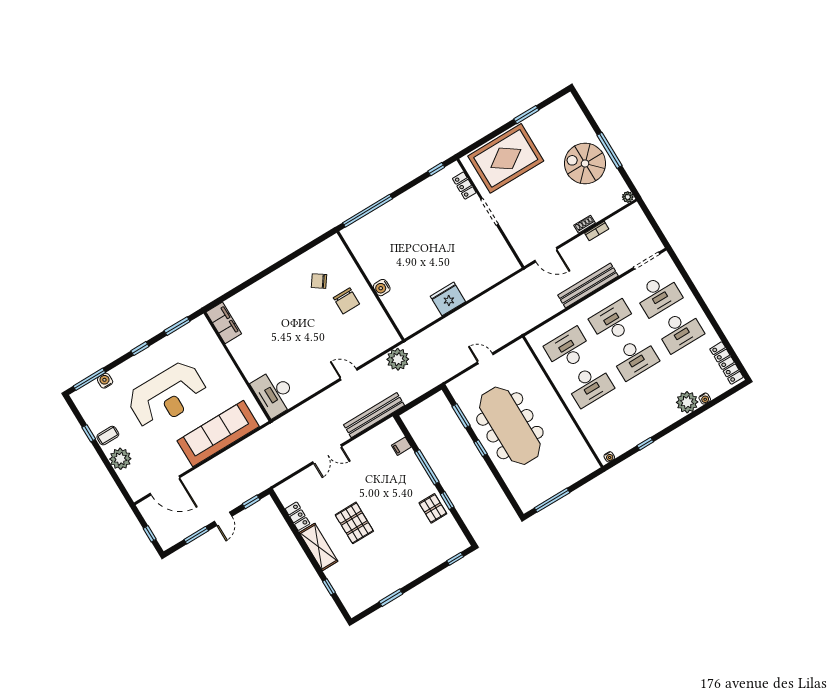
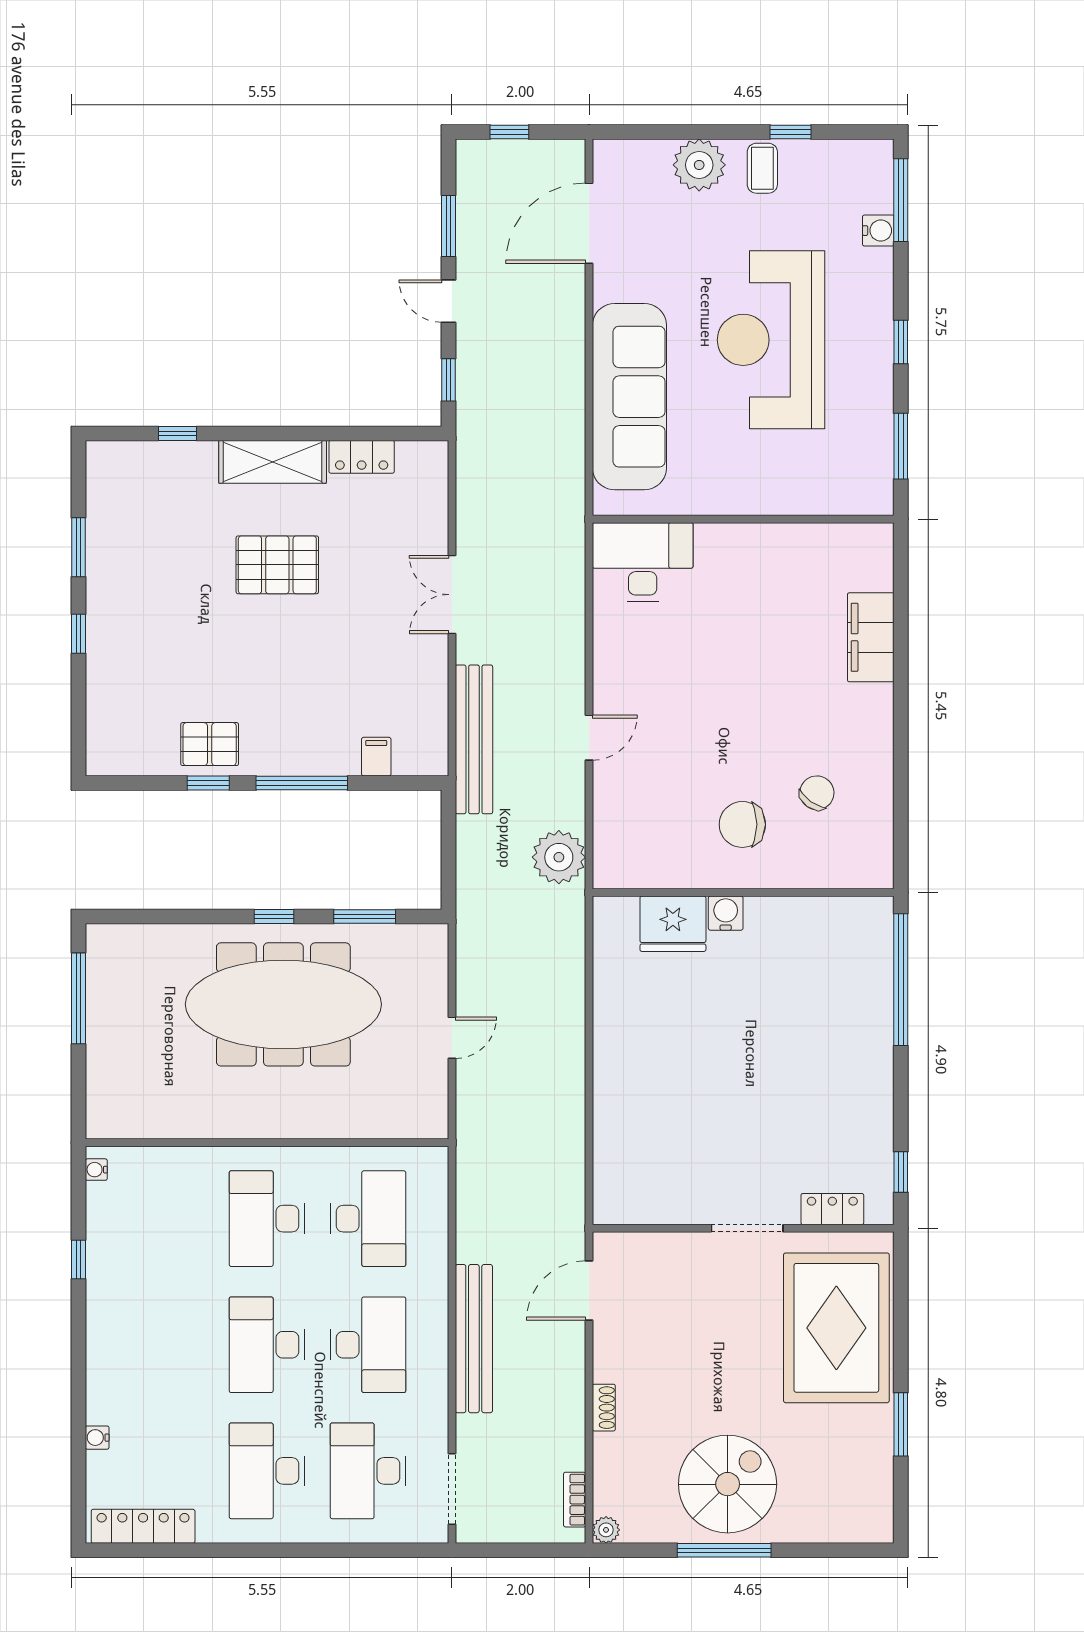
bookcase: (597, 231) -> (575, 1500), moved
fridge: (448, 299) -> (673, 924), moved, turned 90
filing cabinet: (224, 323) -> (871, 637), moved, turned 90
plant: (687, 402) -> (112, 1397), removed
window: (455, 559) -> (79, 634), moved

